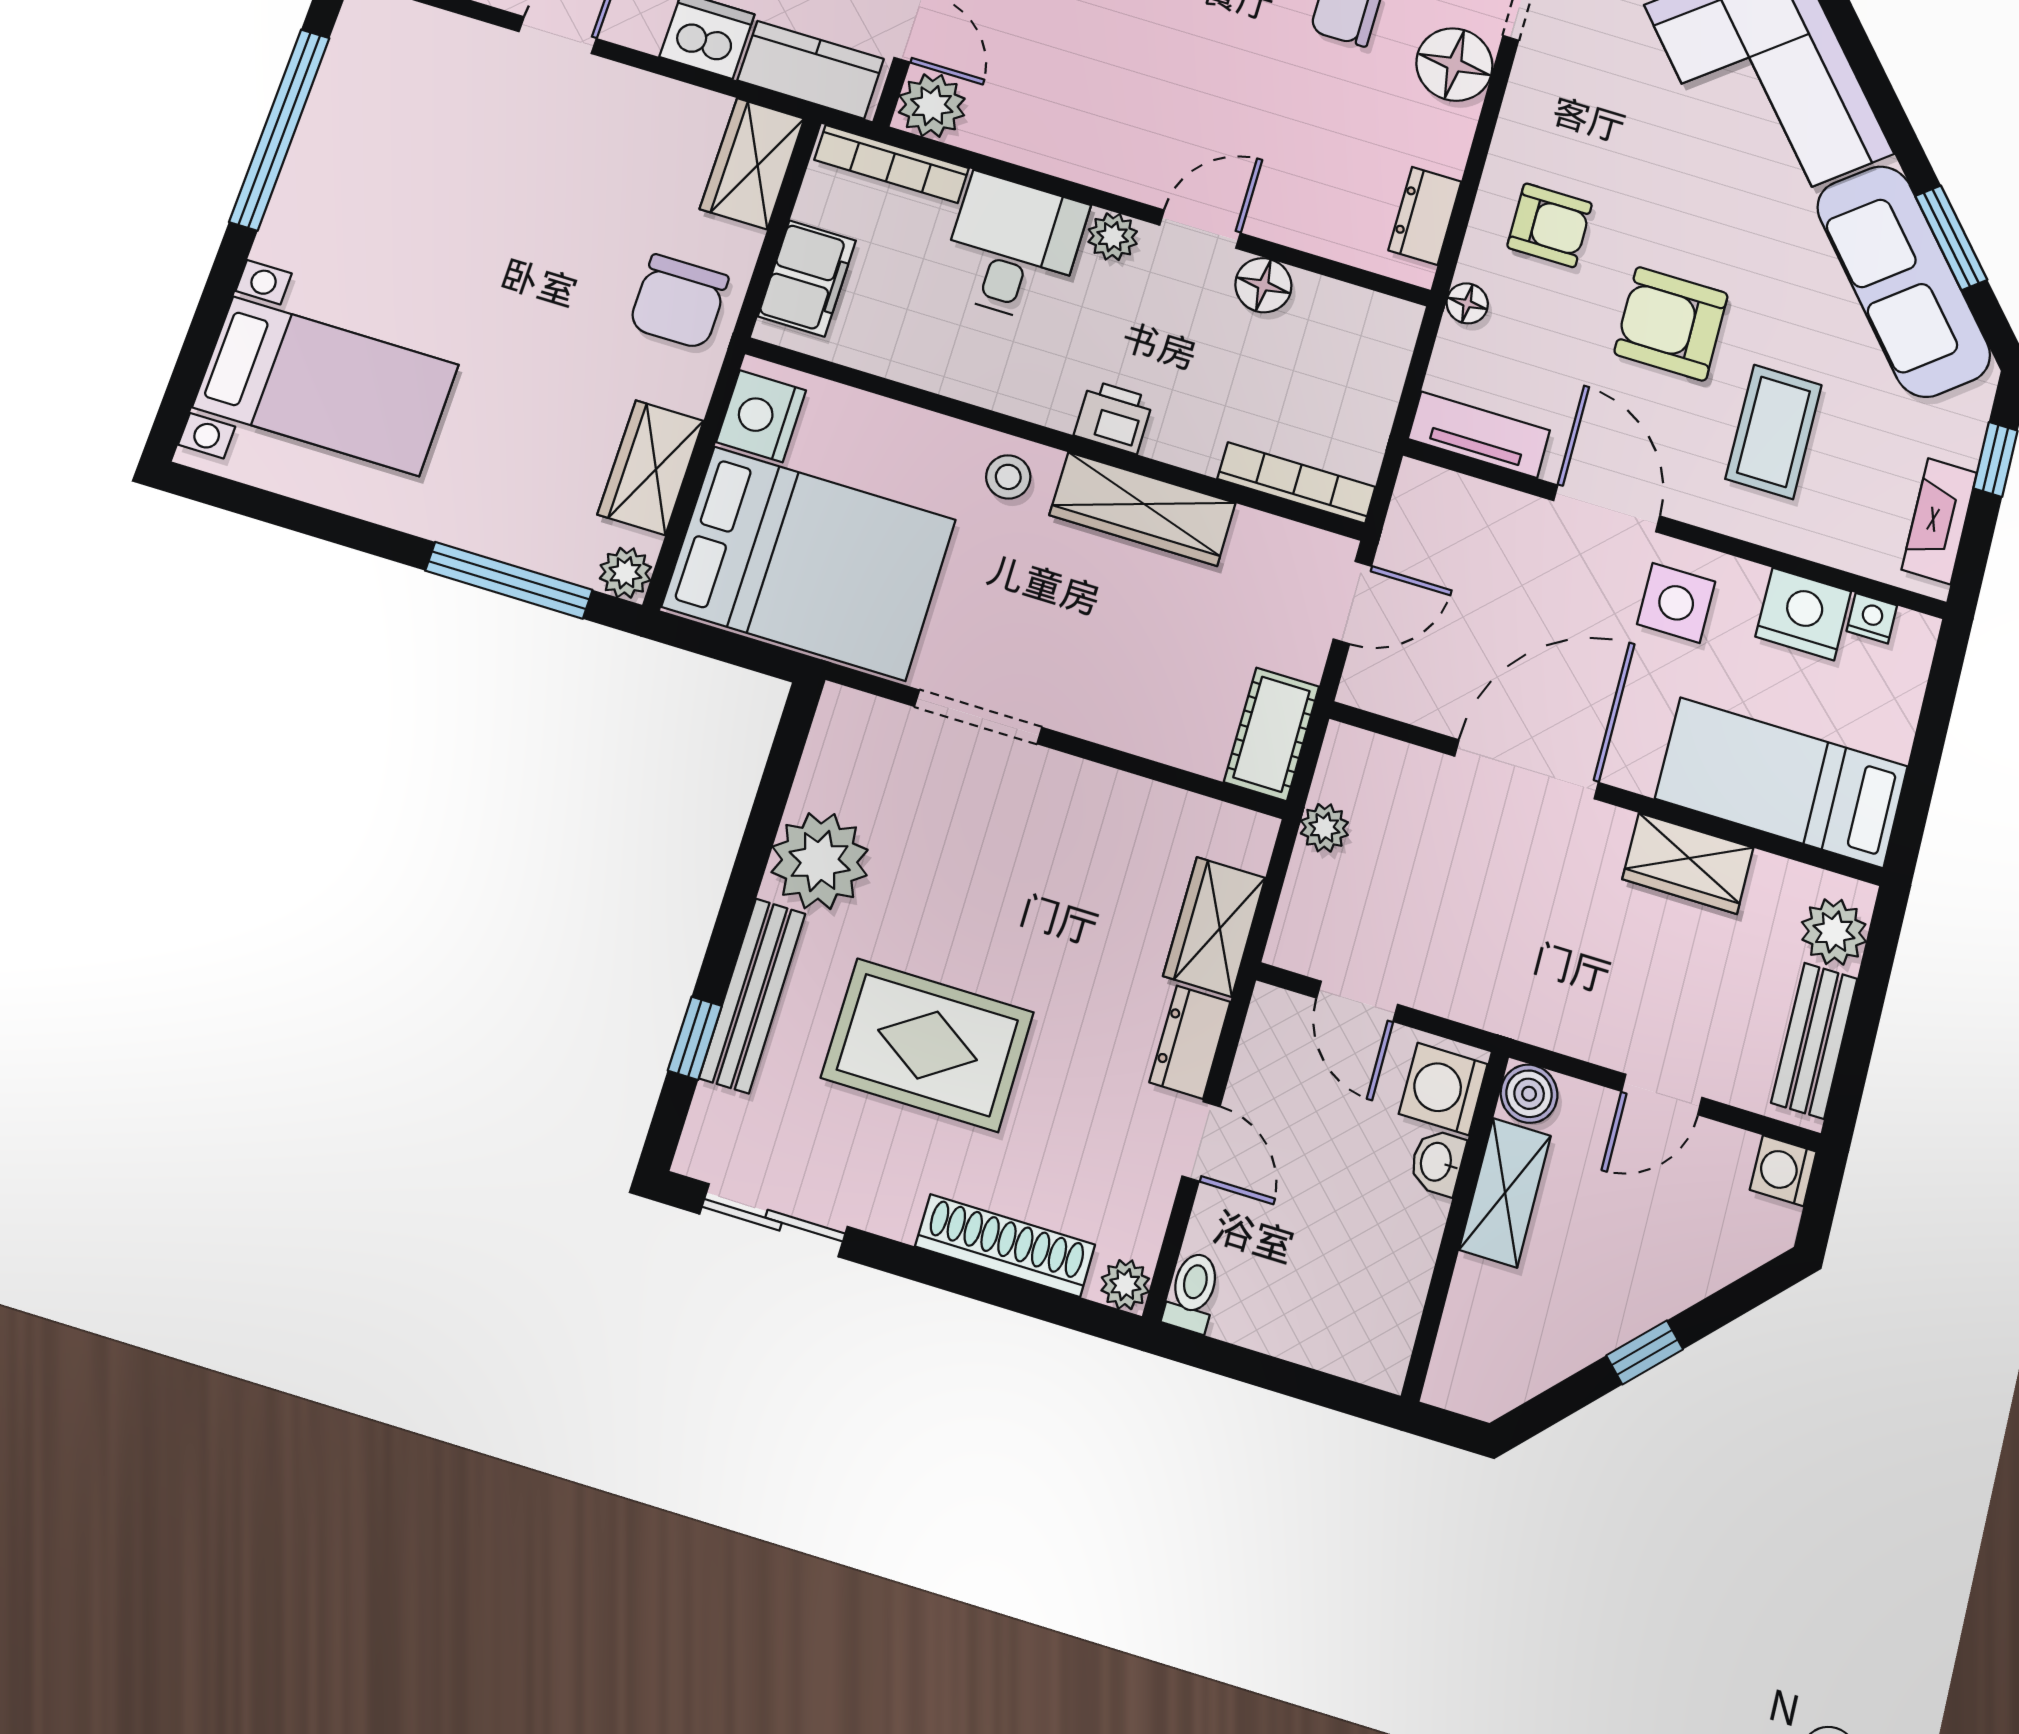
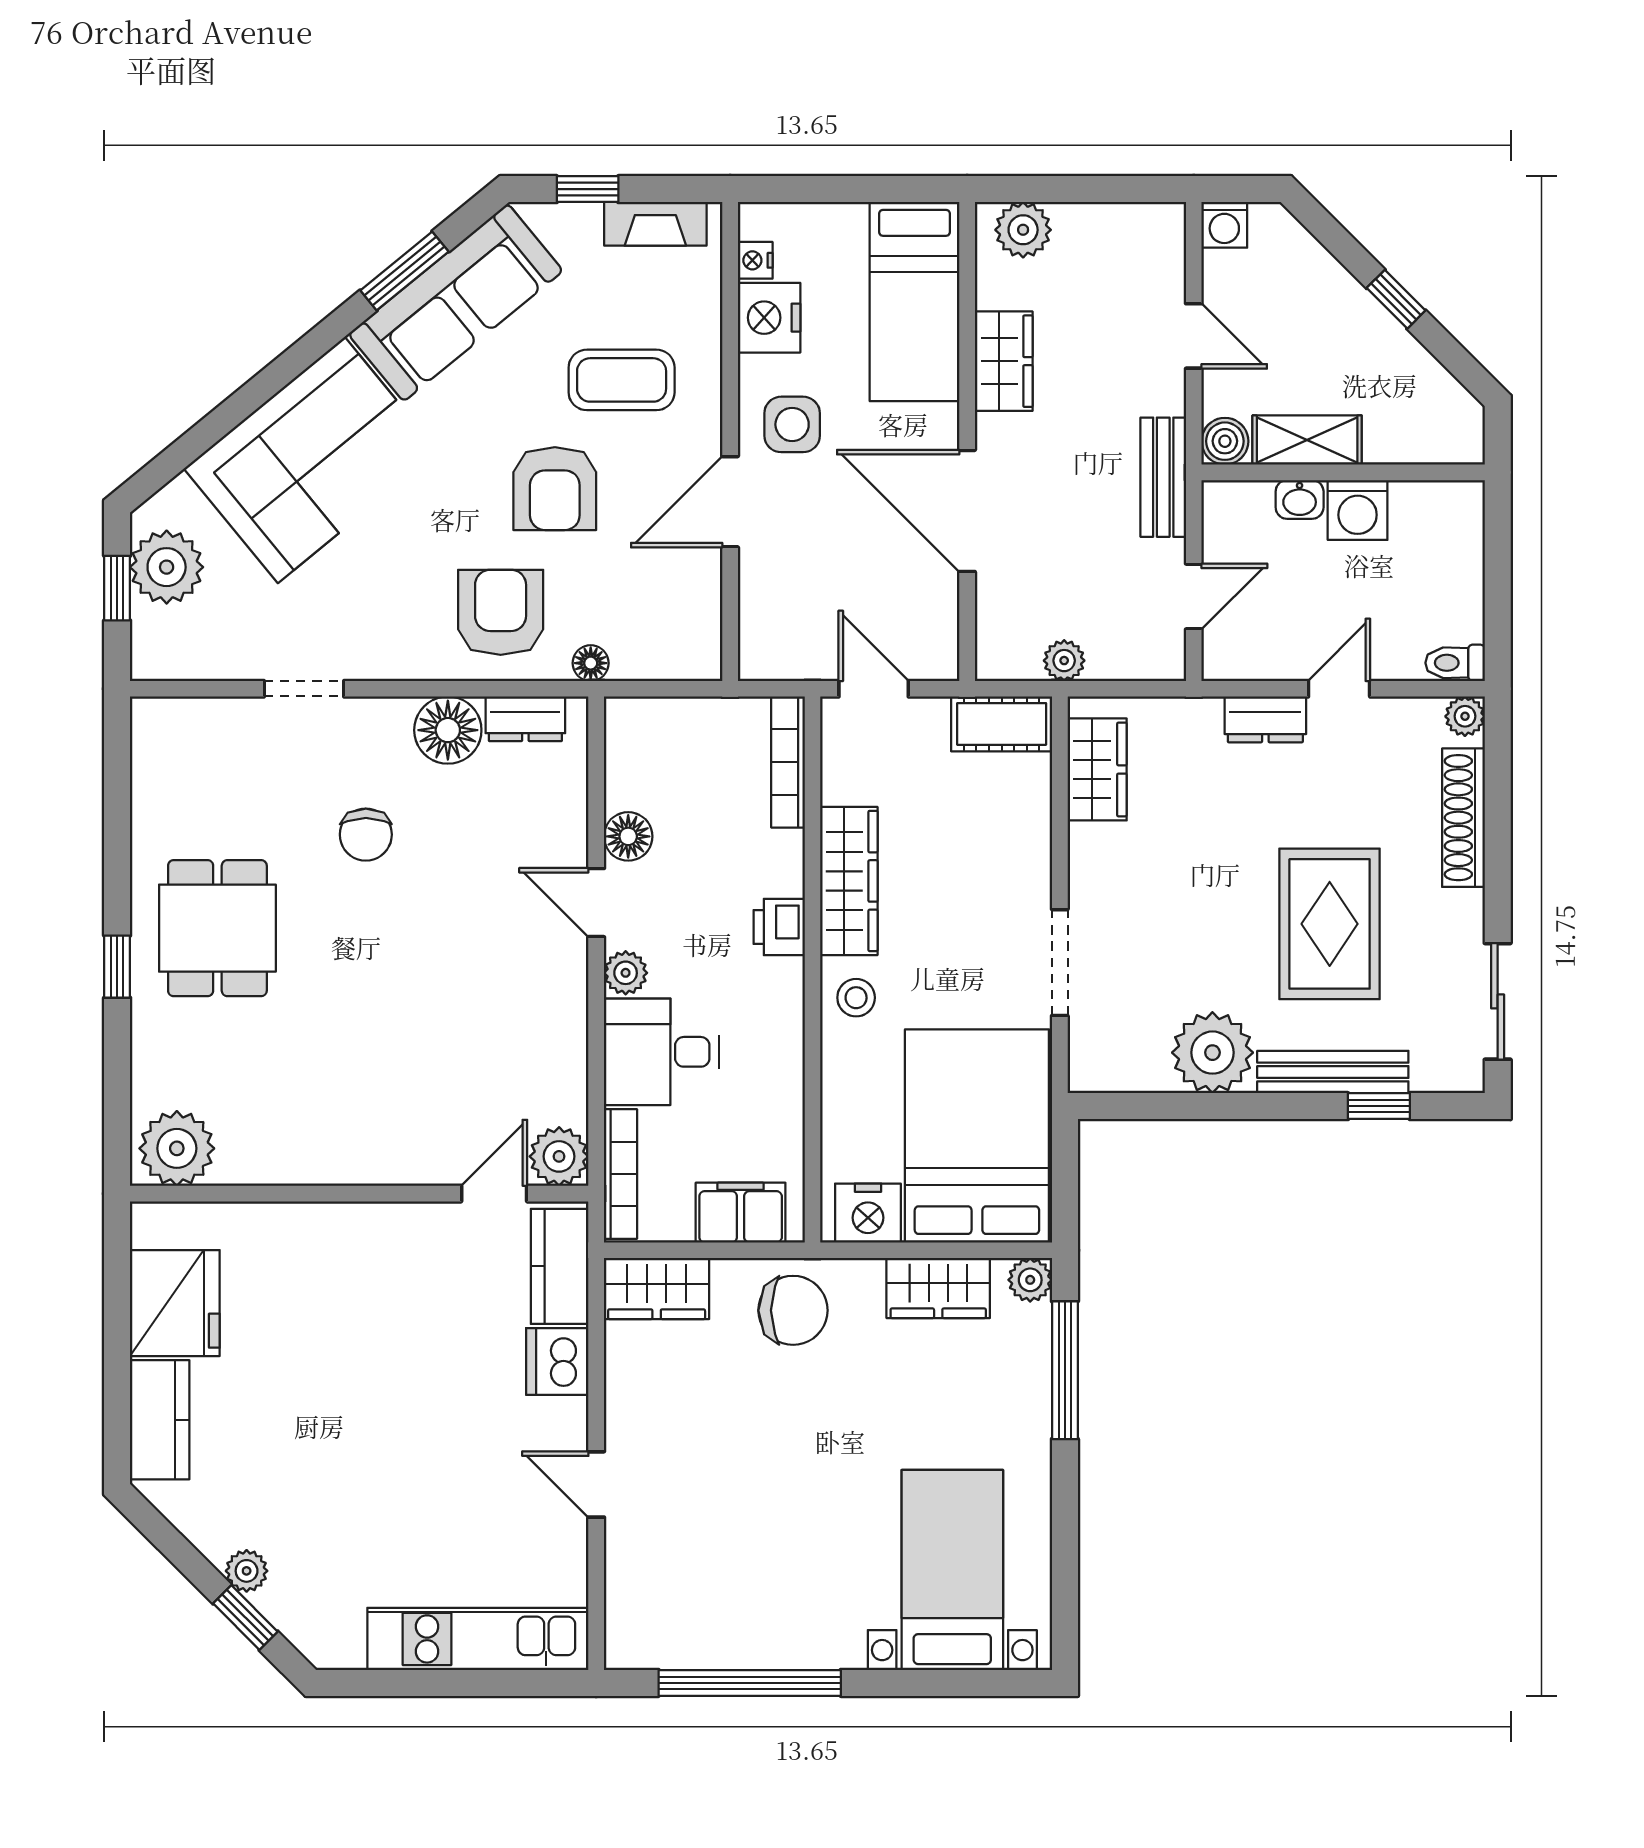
floor lamp: (1454, 64) -> (448, 730), moved
armchair: (1550, 225) -> (501, 612), width x1.38, depth x1.38
tv unit: (1479, 435) -> (700, 623), removed
wardrobe: (1214, 927) -> (1097, 769), moved, turned -90
bench: (1814, 1041) -> (1163, 477), moved, turned 90
washing machine: (1443, 1089) -> (1358, 510), moved

